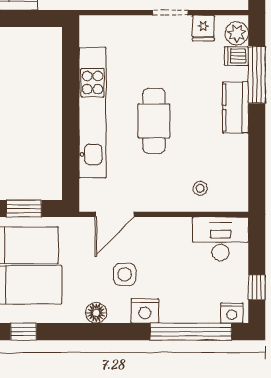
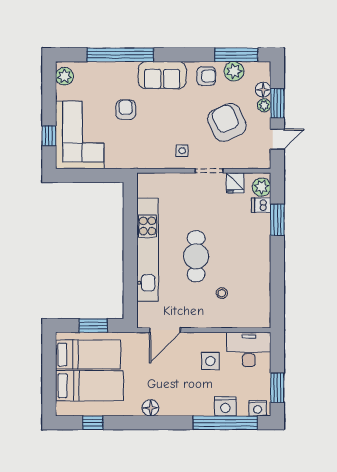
window: (257, 75) -> (277, 220), width x0.69
kitchen counter: (236, 107) -> (261, 246), removed
stool: (200, 188) -> (222, 293), moved
side table: (125, 274) -> (210, 361), moved
window: (257, 287) -> (277, 388), width x1.50
nightstand: (145, 311) -> (225, 406), moved

